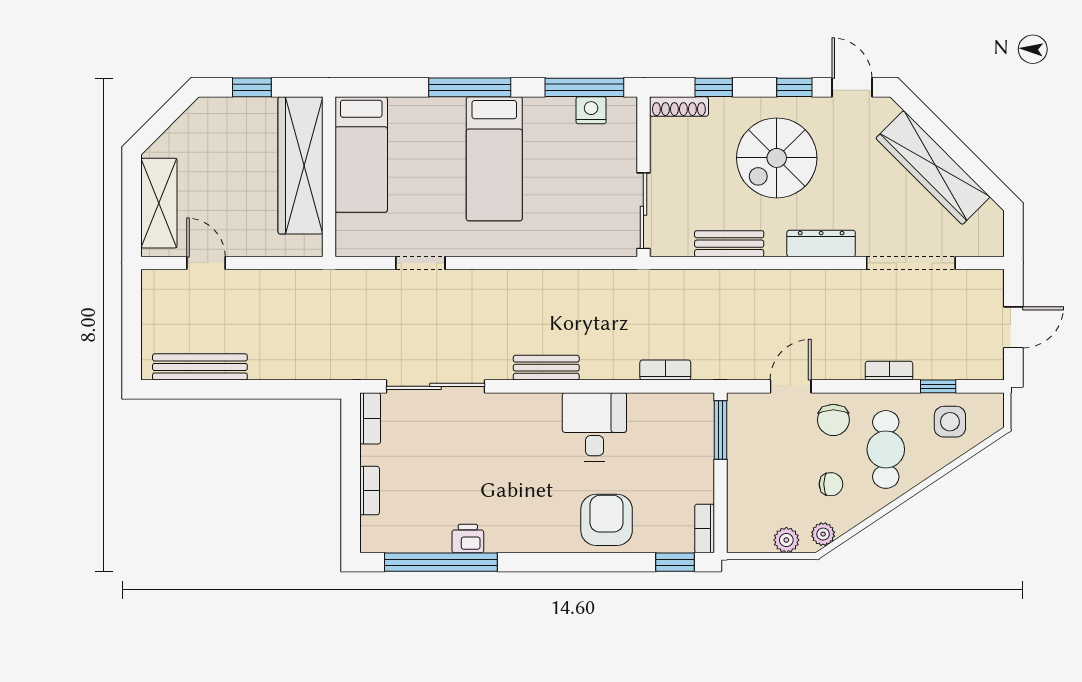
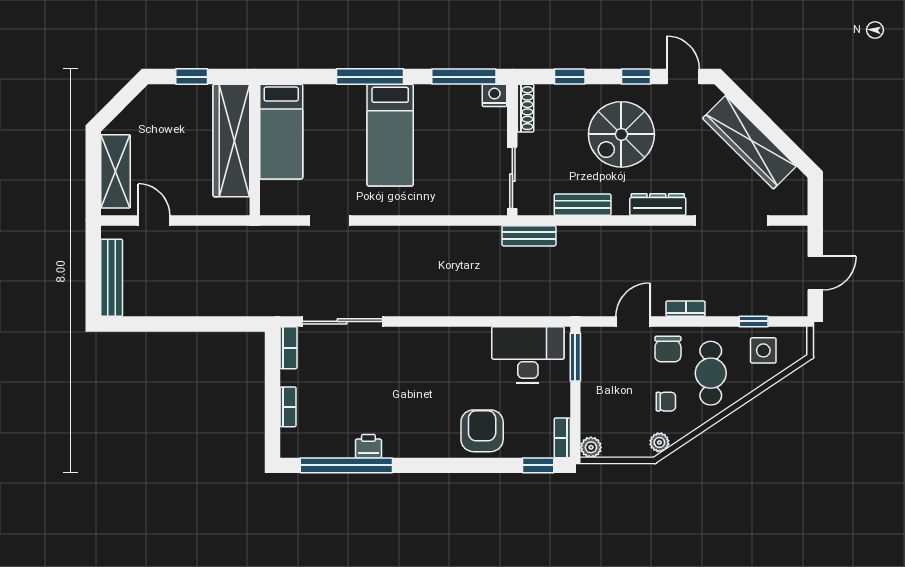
shoe rack: (679, 107) -> (526, 108), moved, turned -90
nightstand: (591, 110) -> (494, 95), moved
bench: (200, 367) -> (112, 278), moved, turned 90
bench: (546, 368) -> (529, 236), moved
bookcase: (665, 370) -> (530, 308), removed
bookcase: (889, 371) -> (686, 309), moved
desk: (594, 427) -> (528, 355), moved, width x1.37
plant: (786, 540) -> (591, 447), moved

